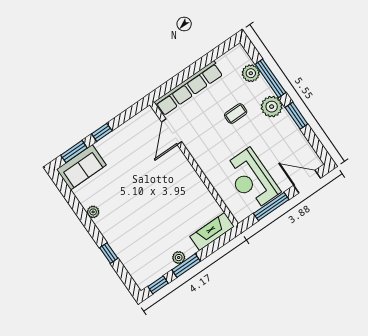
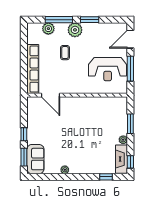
fireplace: (212, 232) -> (121, 159), moved
window: (109, 253) -> (106, 177), moved
window: (186, 265) -> (130, 124), moved

